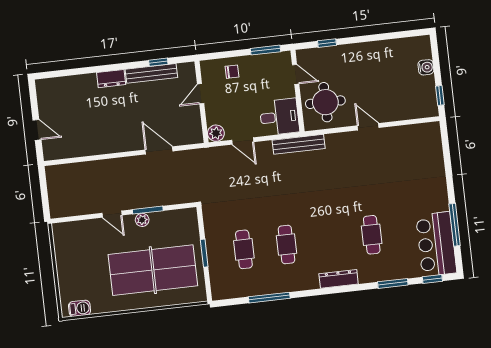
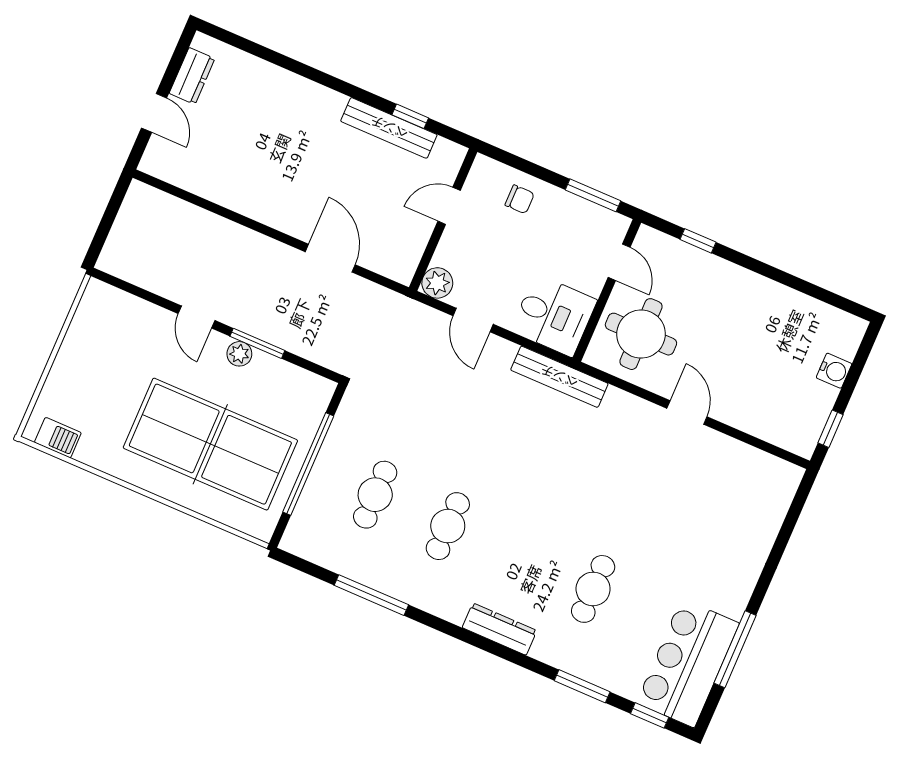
dresser: (111, 79) -> (192, 76), moved, turned -90
window: (204, 253) -> (308, 464), width x2.11

